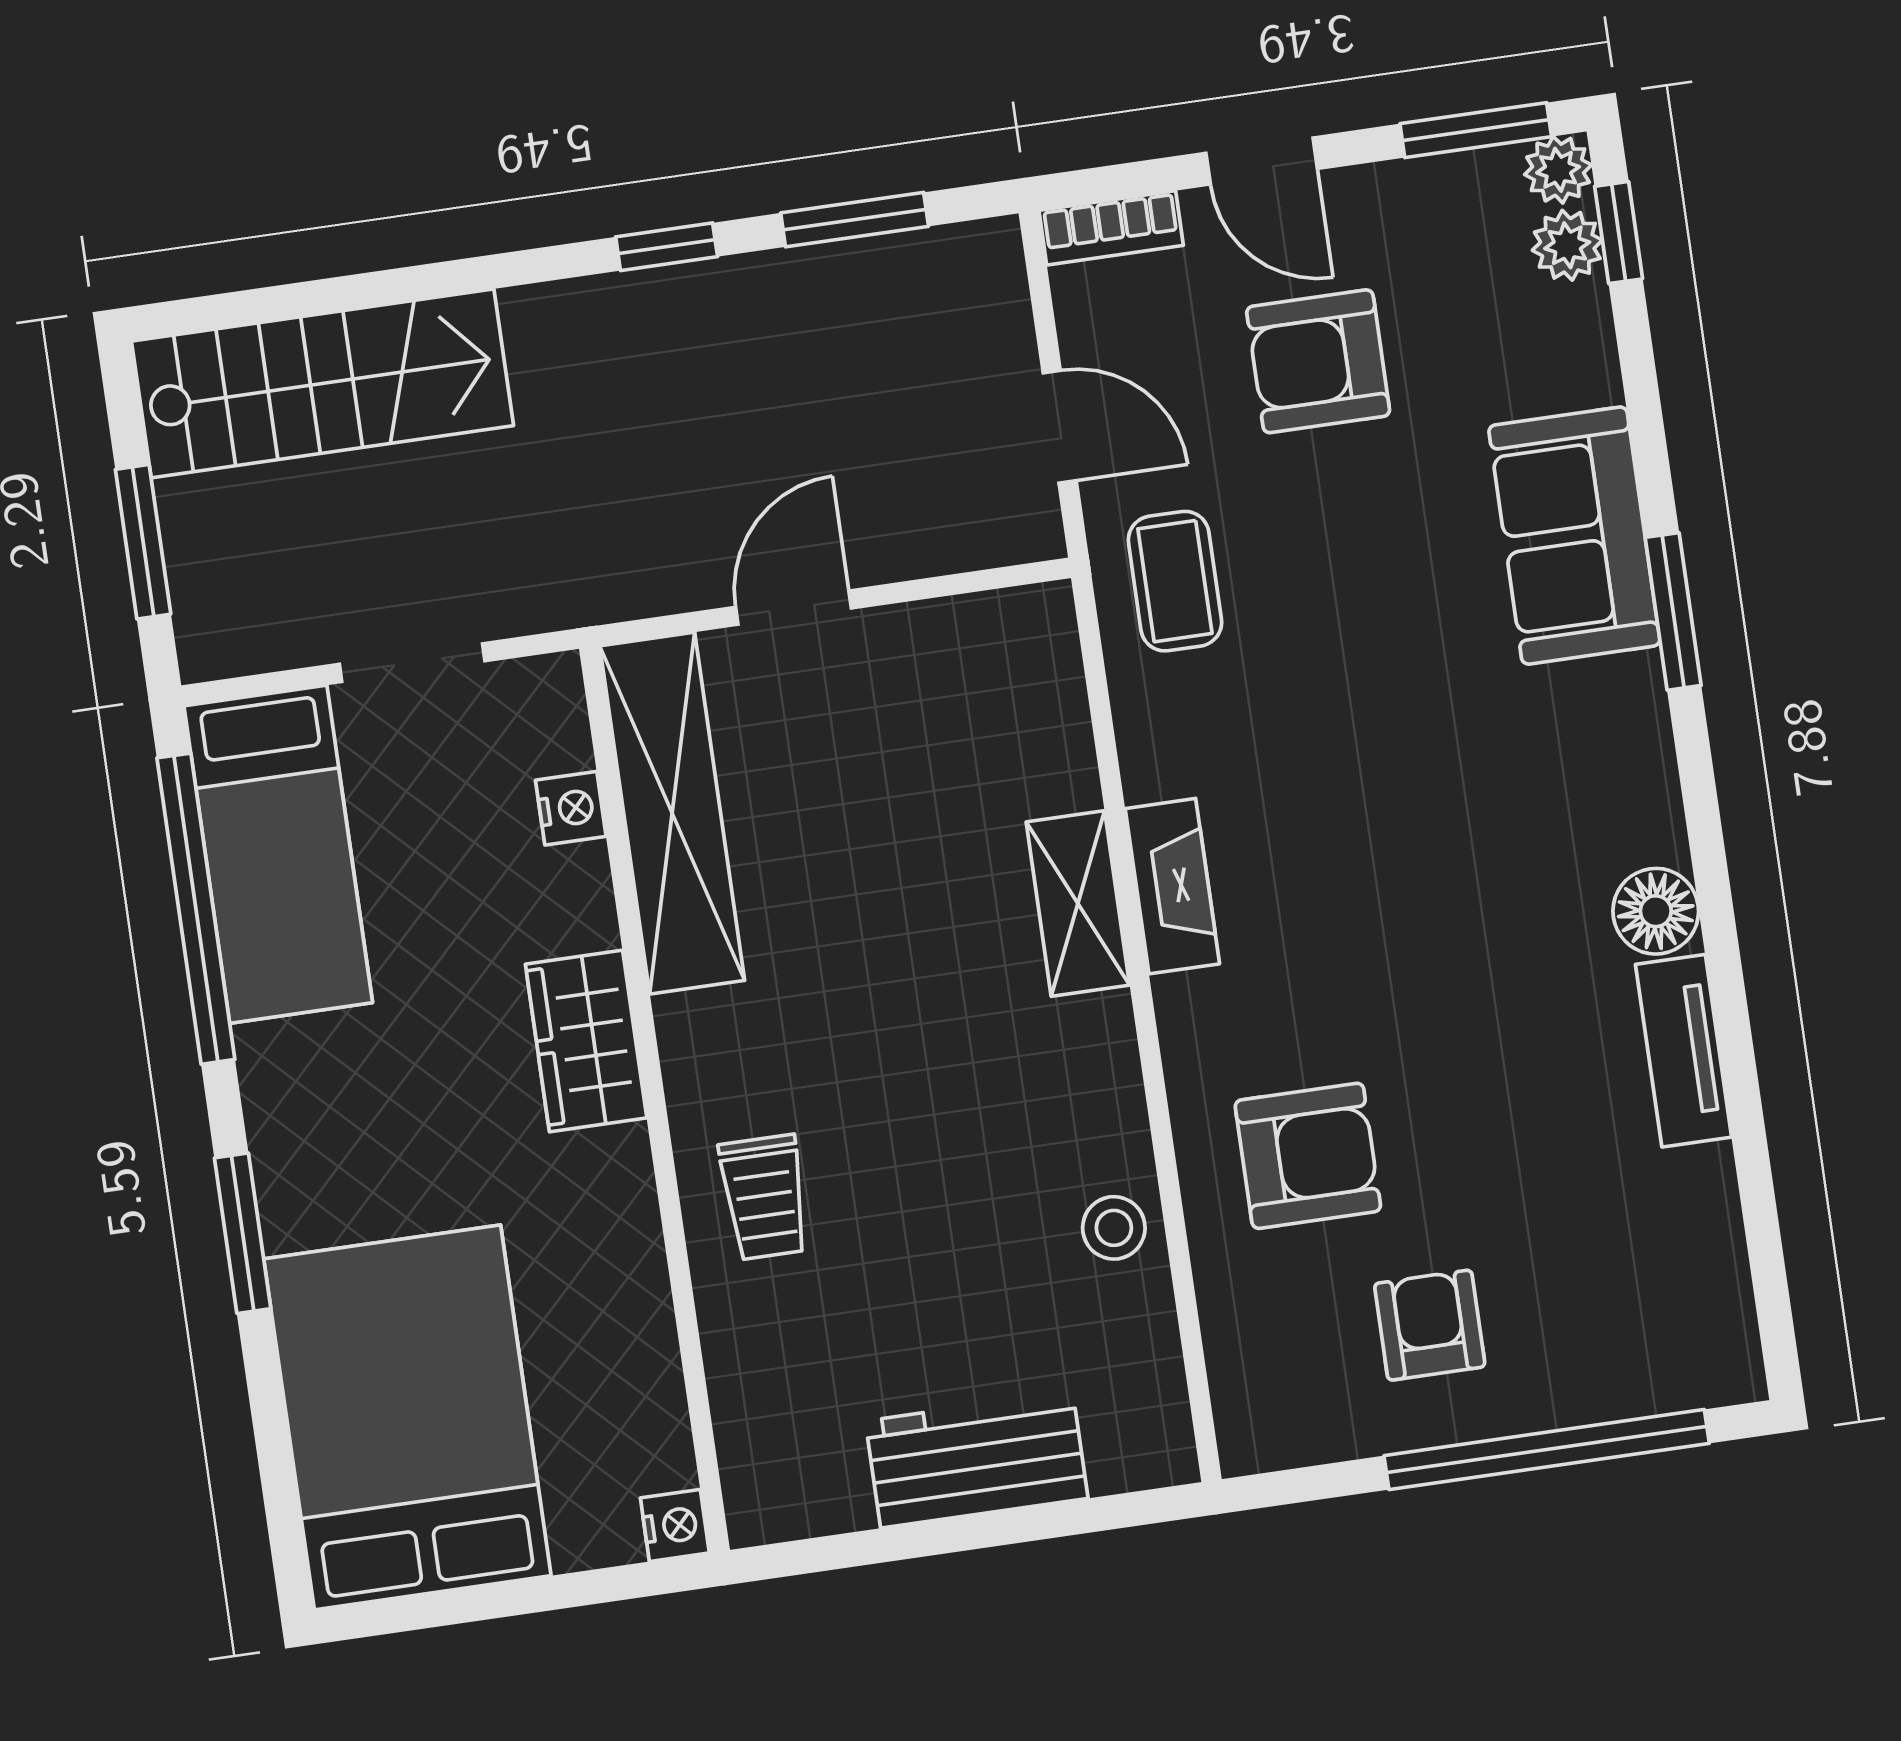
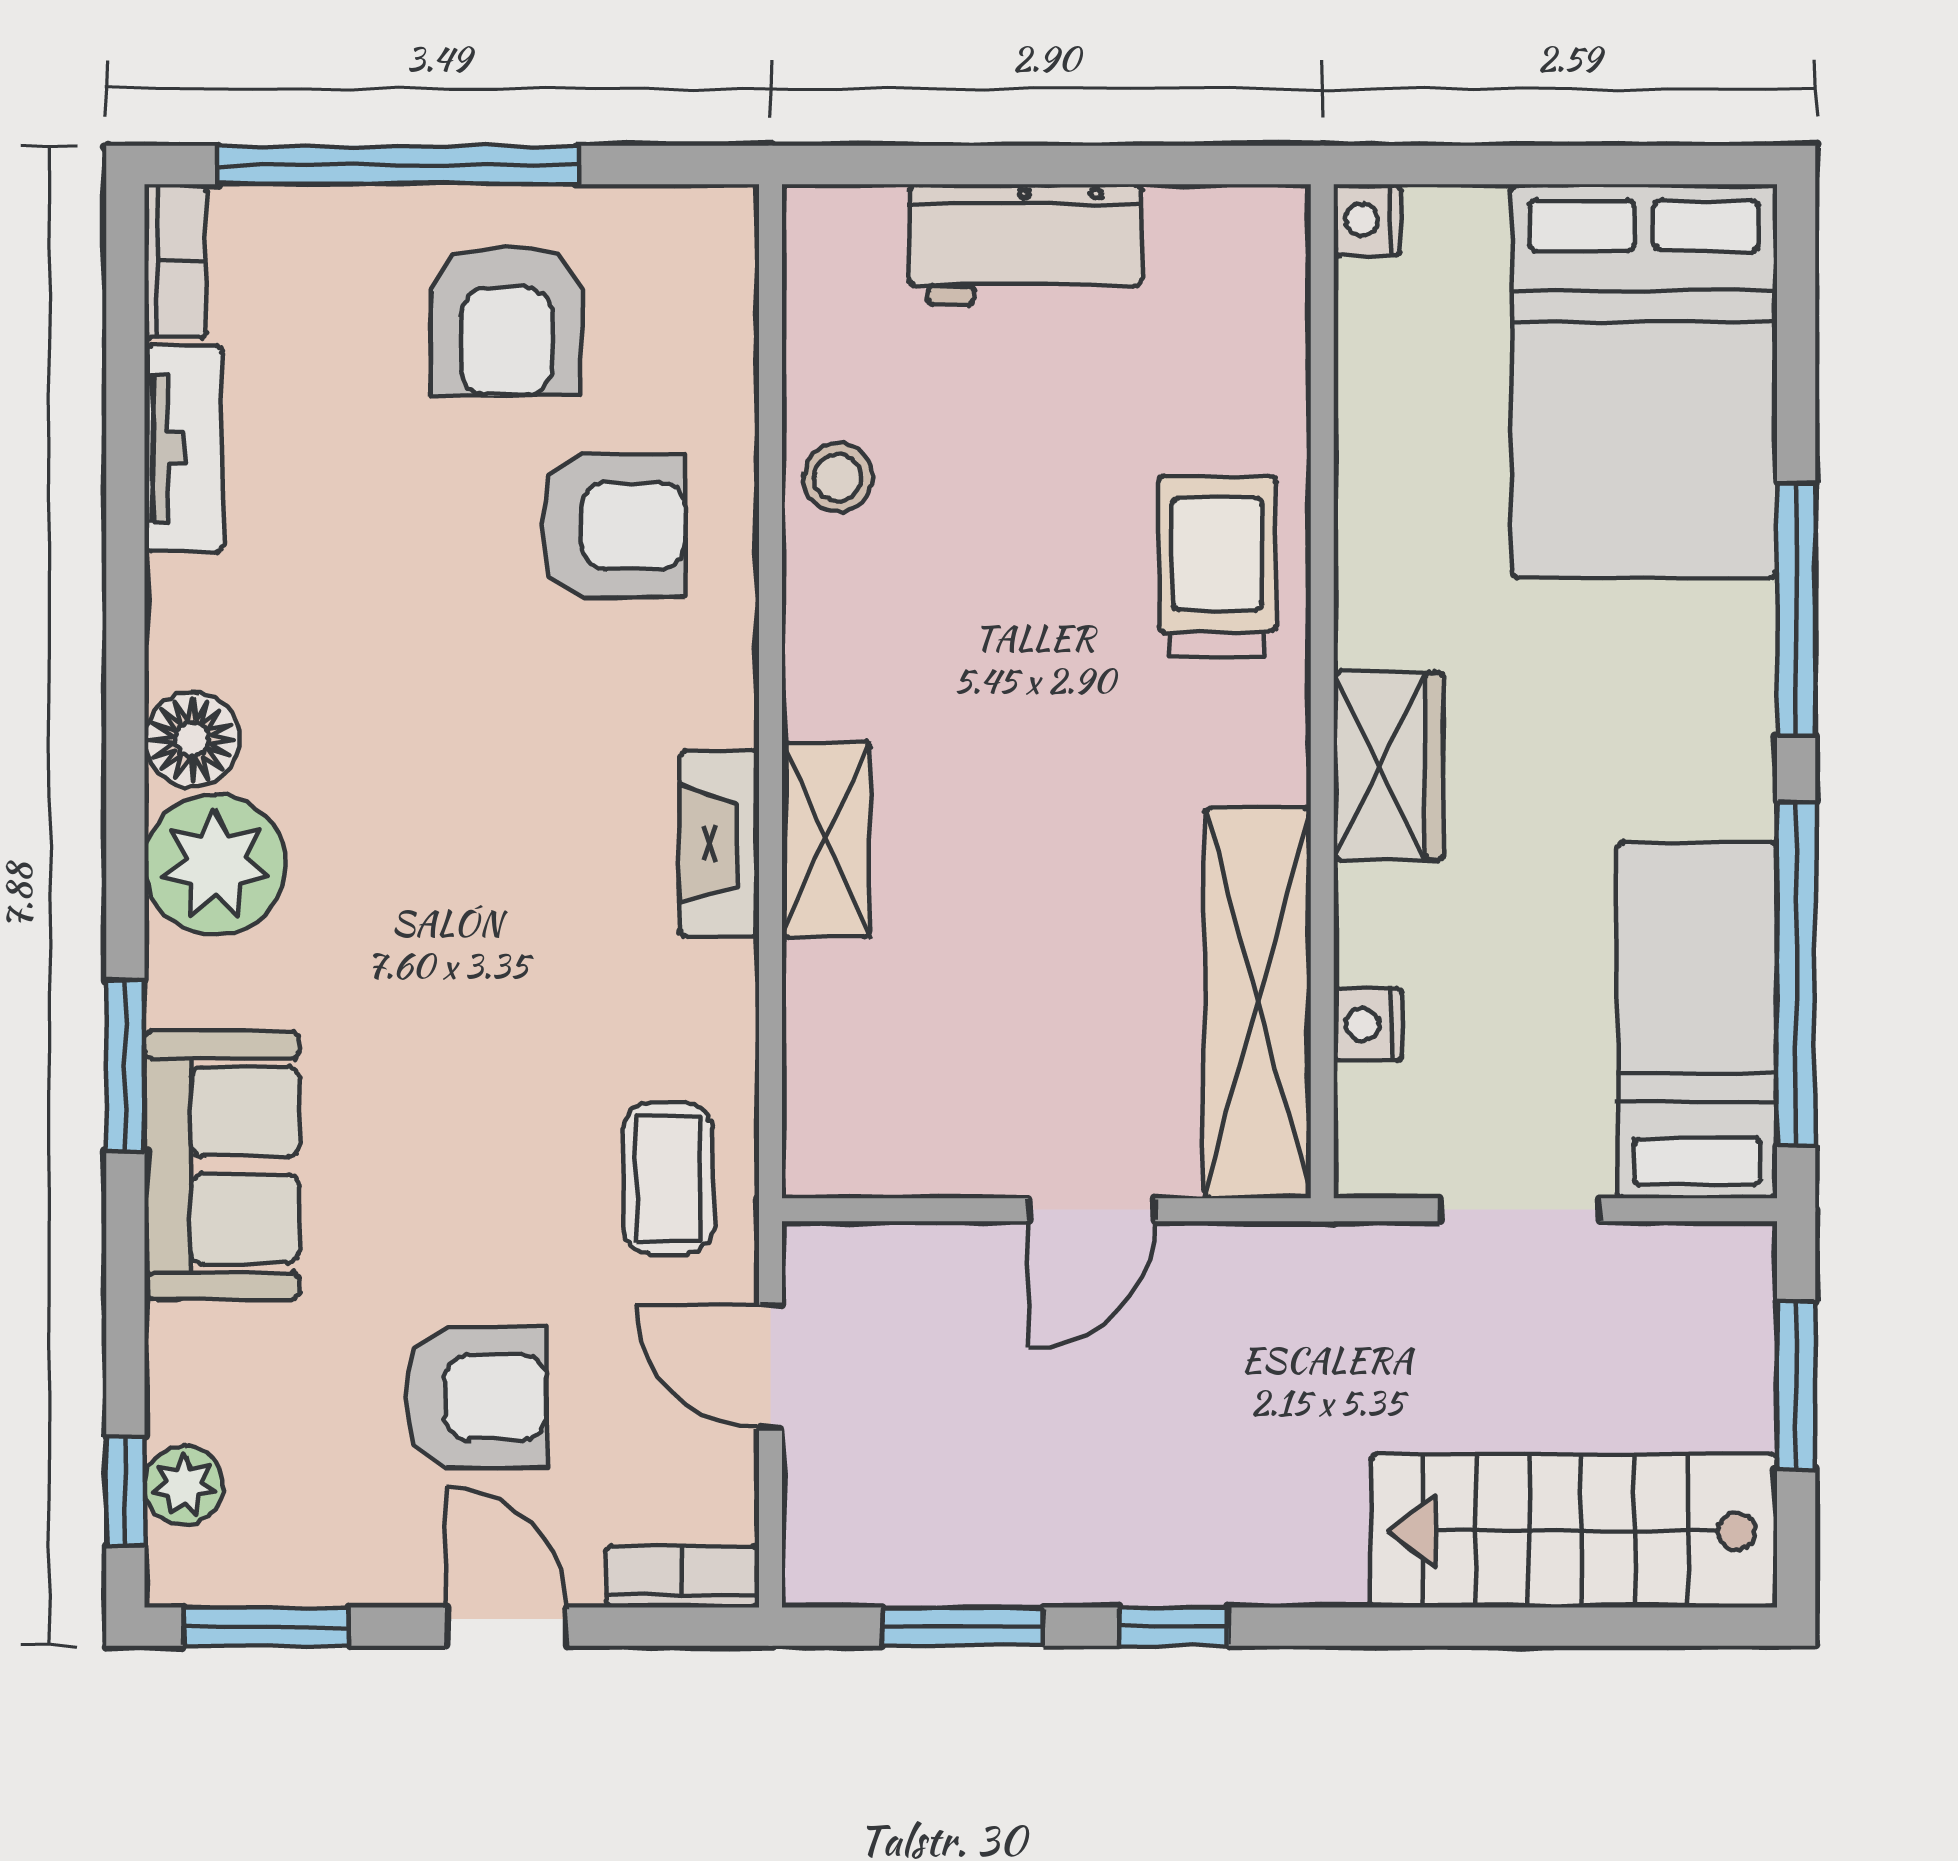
plant: (1558, 170) -> (215, 865), moved, width x1.87, depth x1.87
tv unit: (1684, 1051) -> (183, 448), moved
armchair: (1308, 1156) -> (613, 526), turned 180
trolley: (764, 1197) -> (1217, 566), width x1.36, depth x1.39
window: (243, 1233) -> (1796, 609), width x1.44
armchair: (1430, 1325) -> (506, 320), width x1.38, depth x1.38
bookcase: (1732, 1335) -> (175, 261), added

